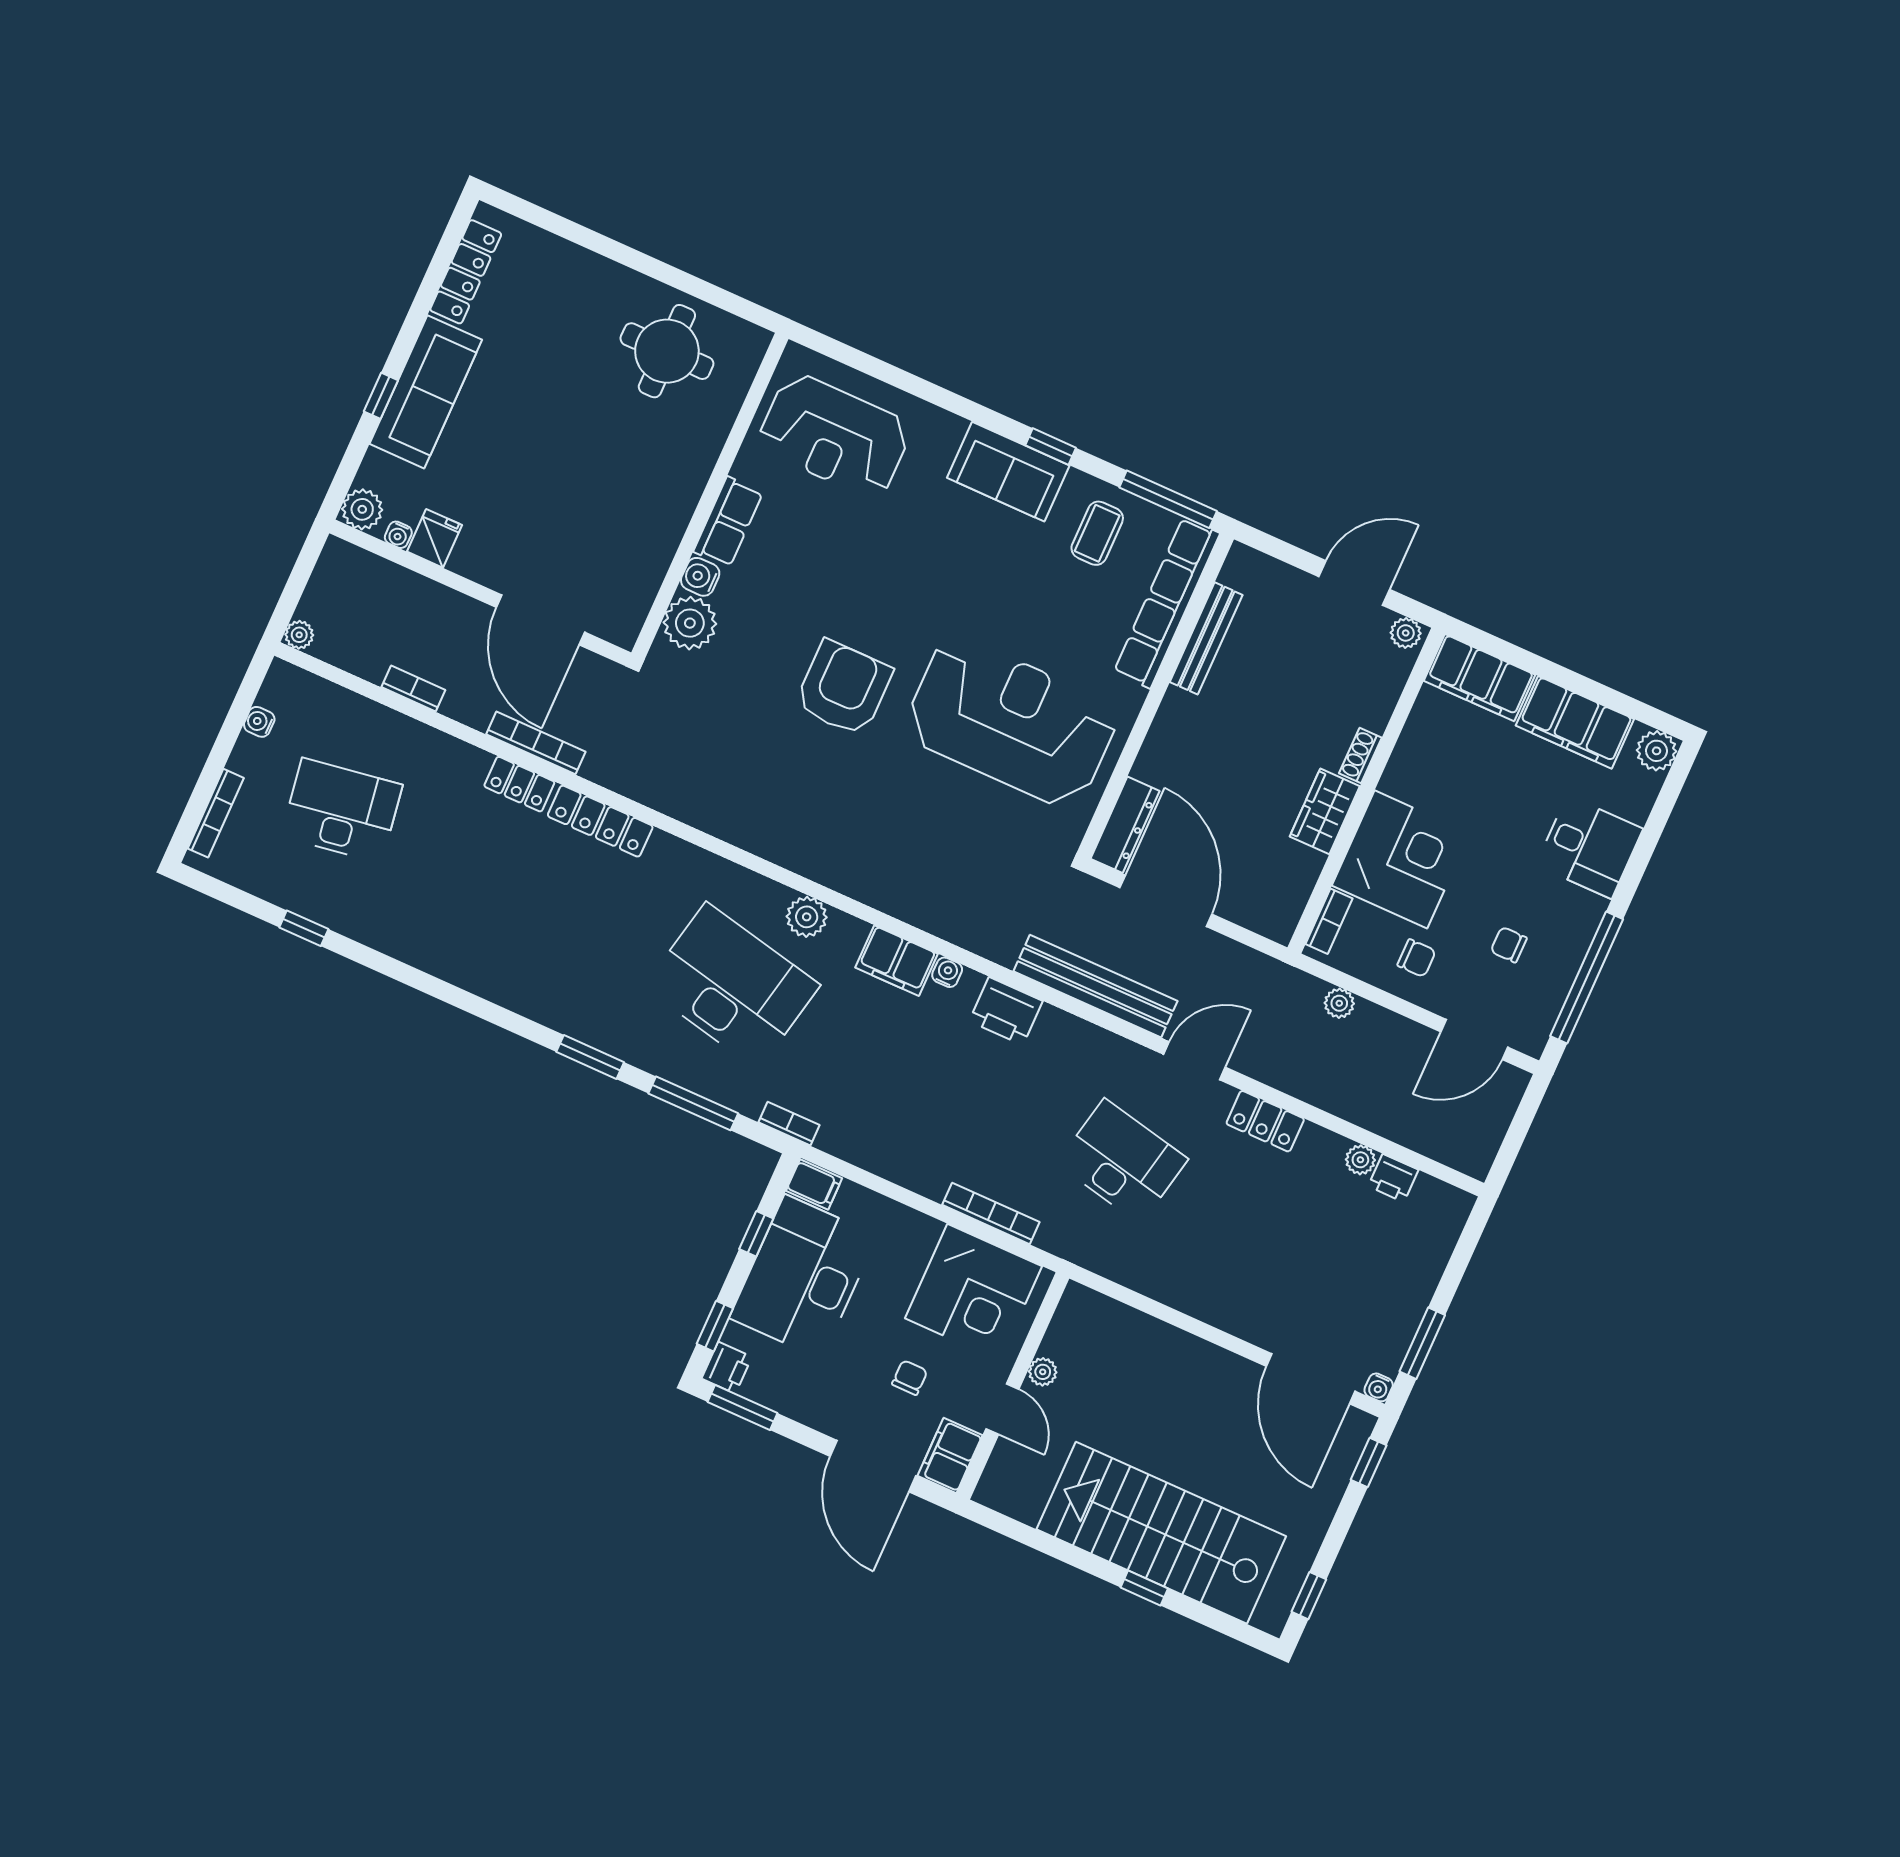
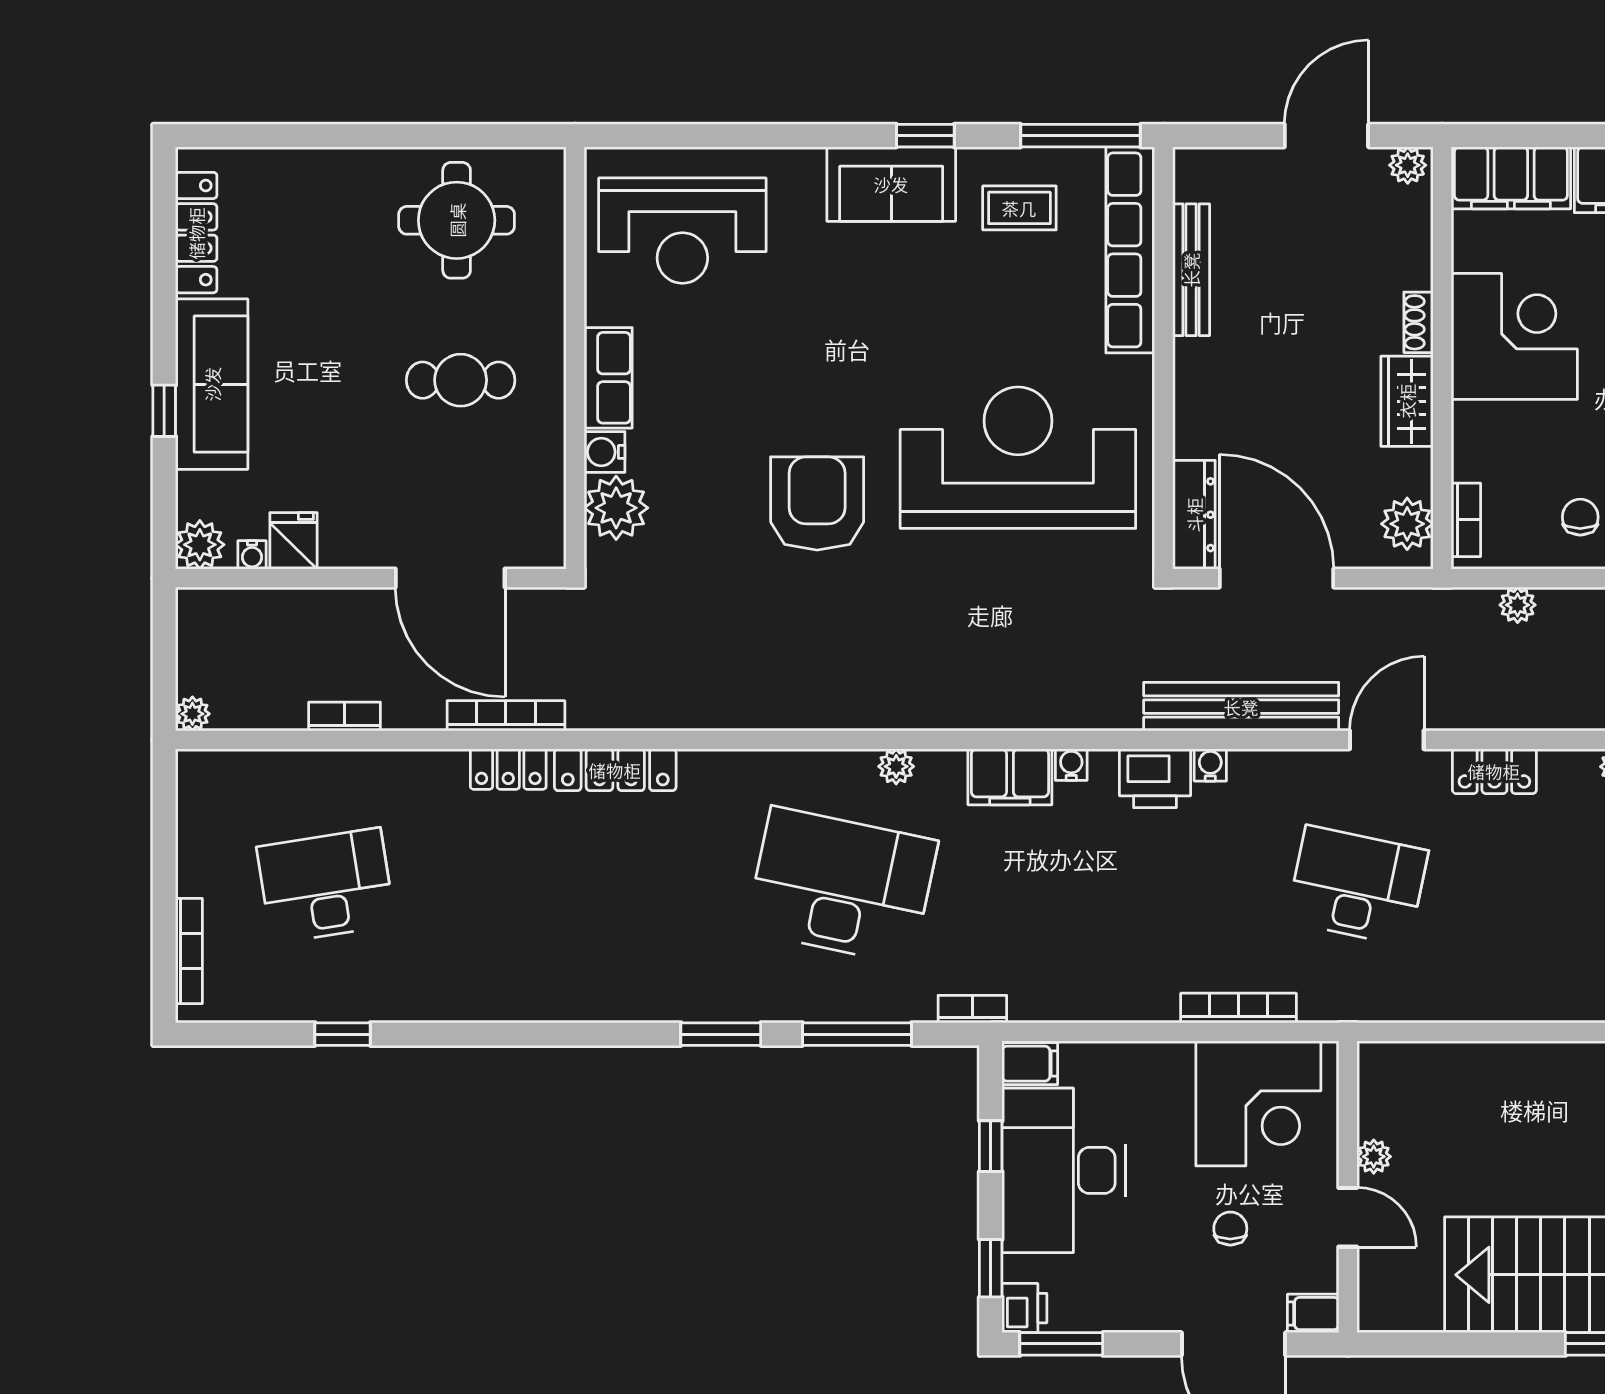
cafe table: (616, 474) -> (461, 380), added
coffee table: (1097, 533) -> (1019, 208), turned 90
water cooler: (259, 722) -> (1210, 765), moved, turned 90
corner desk: (1401, 859) -> (1514, 336), moved
plant: (1283, 904) -> (1407, 524), added
plant: (807, 917) -> (896, 766), width x0.73, depth x0.73
chair: (1417, 958) -> (1580, 517), turned -90
filing cabinet: (950, 1455) -> (1313, 1313), width x0.50

